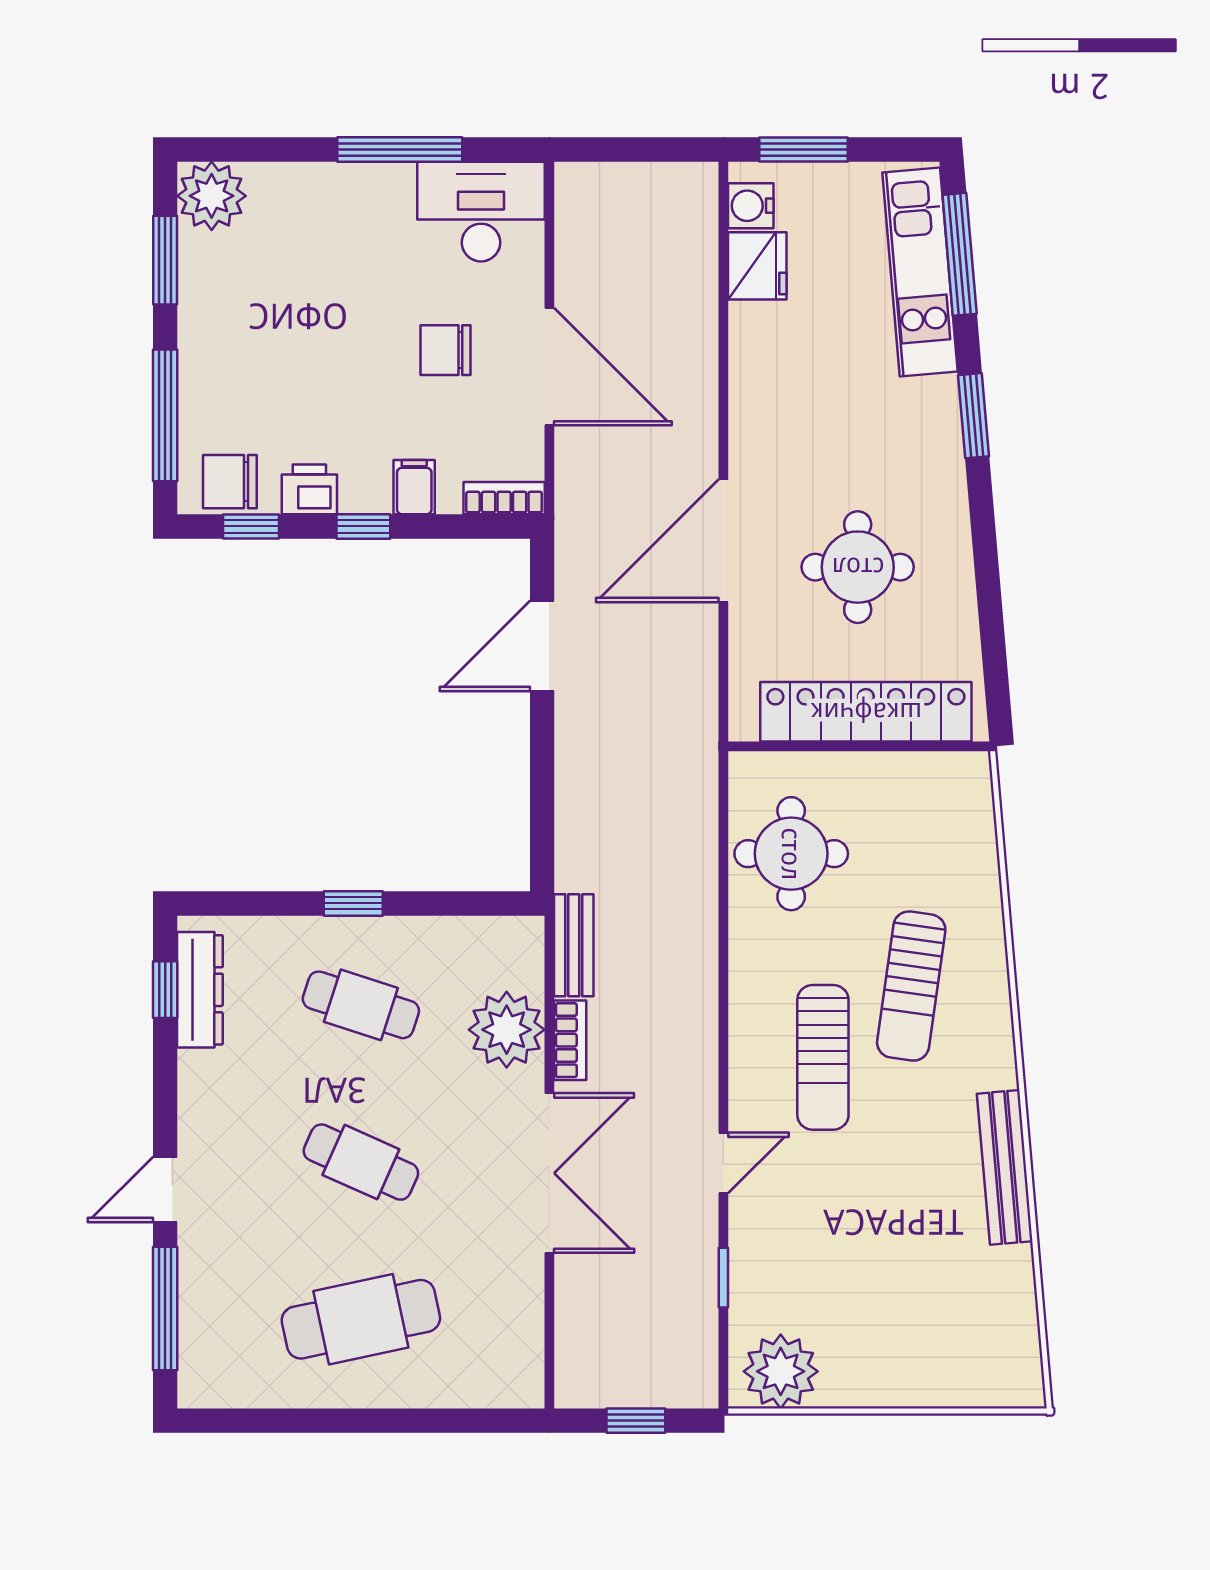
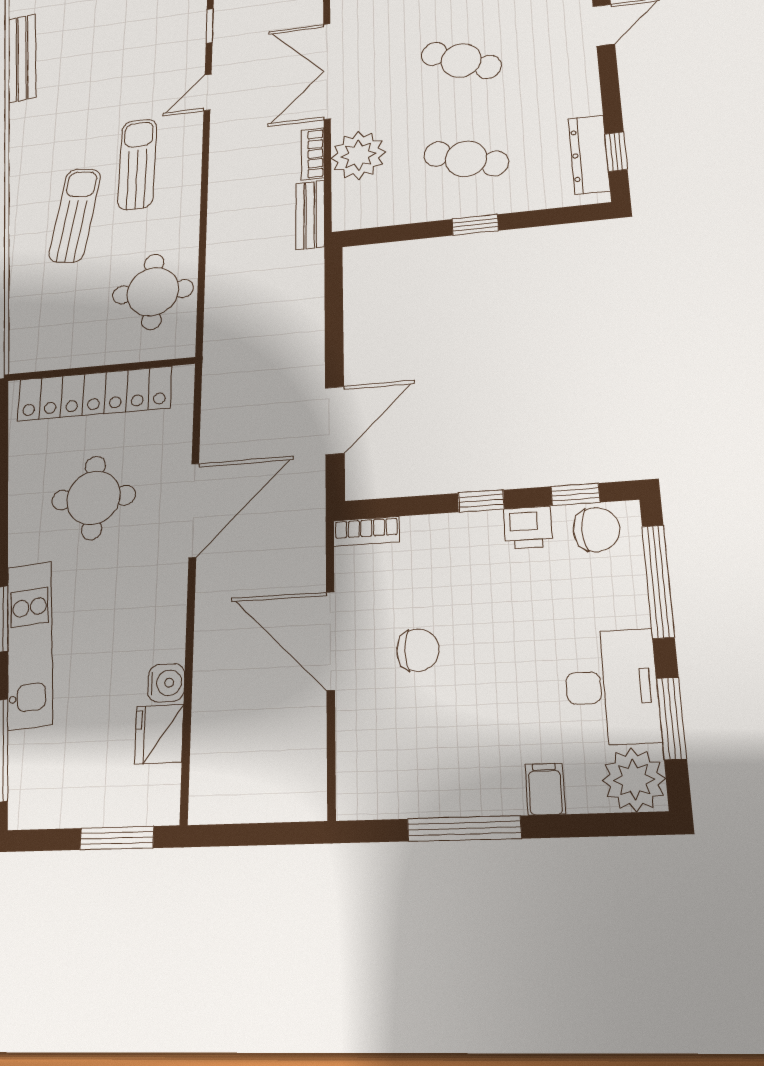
water cooler: (751, 206) -> (166, 683), moved
desk: (481, 212) -> (612, 687), moved, turned -90
kitchen unit: (920, 272) -> (30, 644), moved
filing cabinet: (414, 487) -> (545, 789), moved, turned 180
bench: (1005, 1167) -> (22, 58), moved

